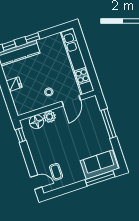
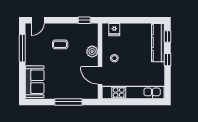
fridge: (14, 84) -> (114, 30), moved
floor lamp: (37, 122) -> (91, 38), removed
coffee table: (56, 172) -> (60, 44), moved
window: (100, 178) -> (22, 48), moved

